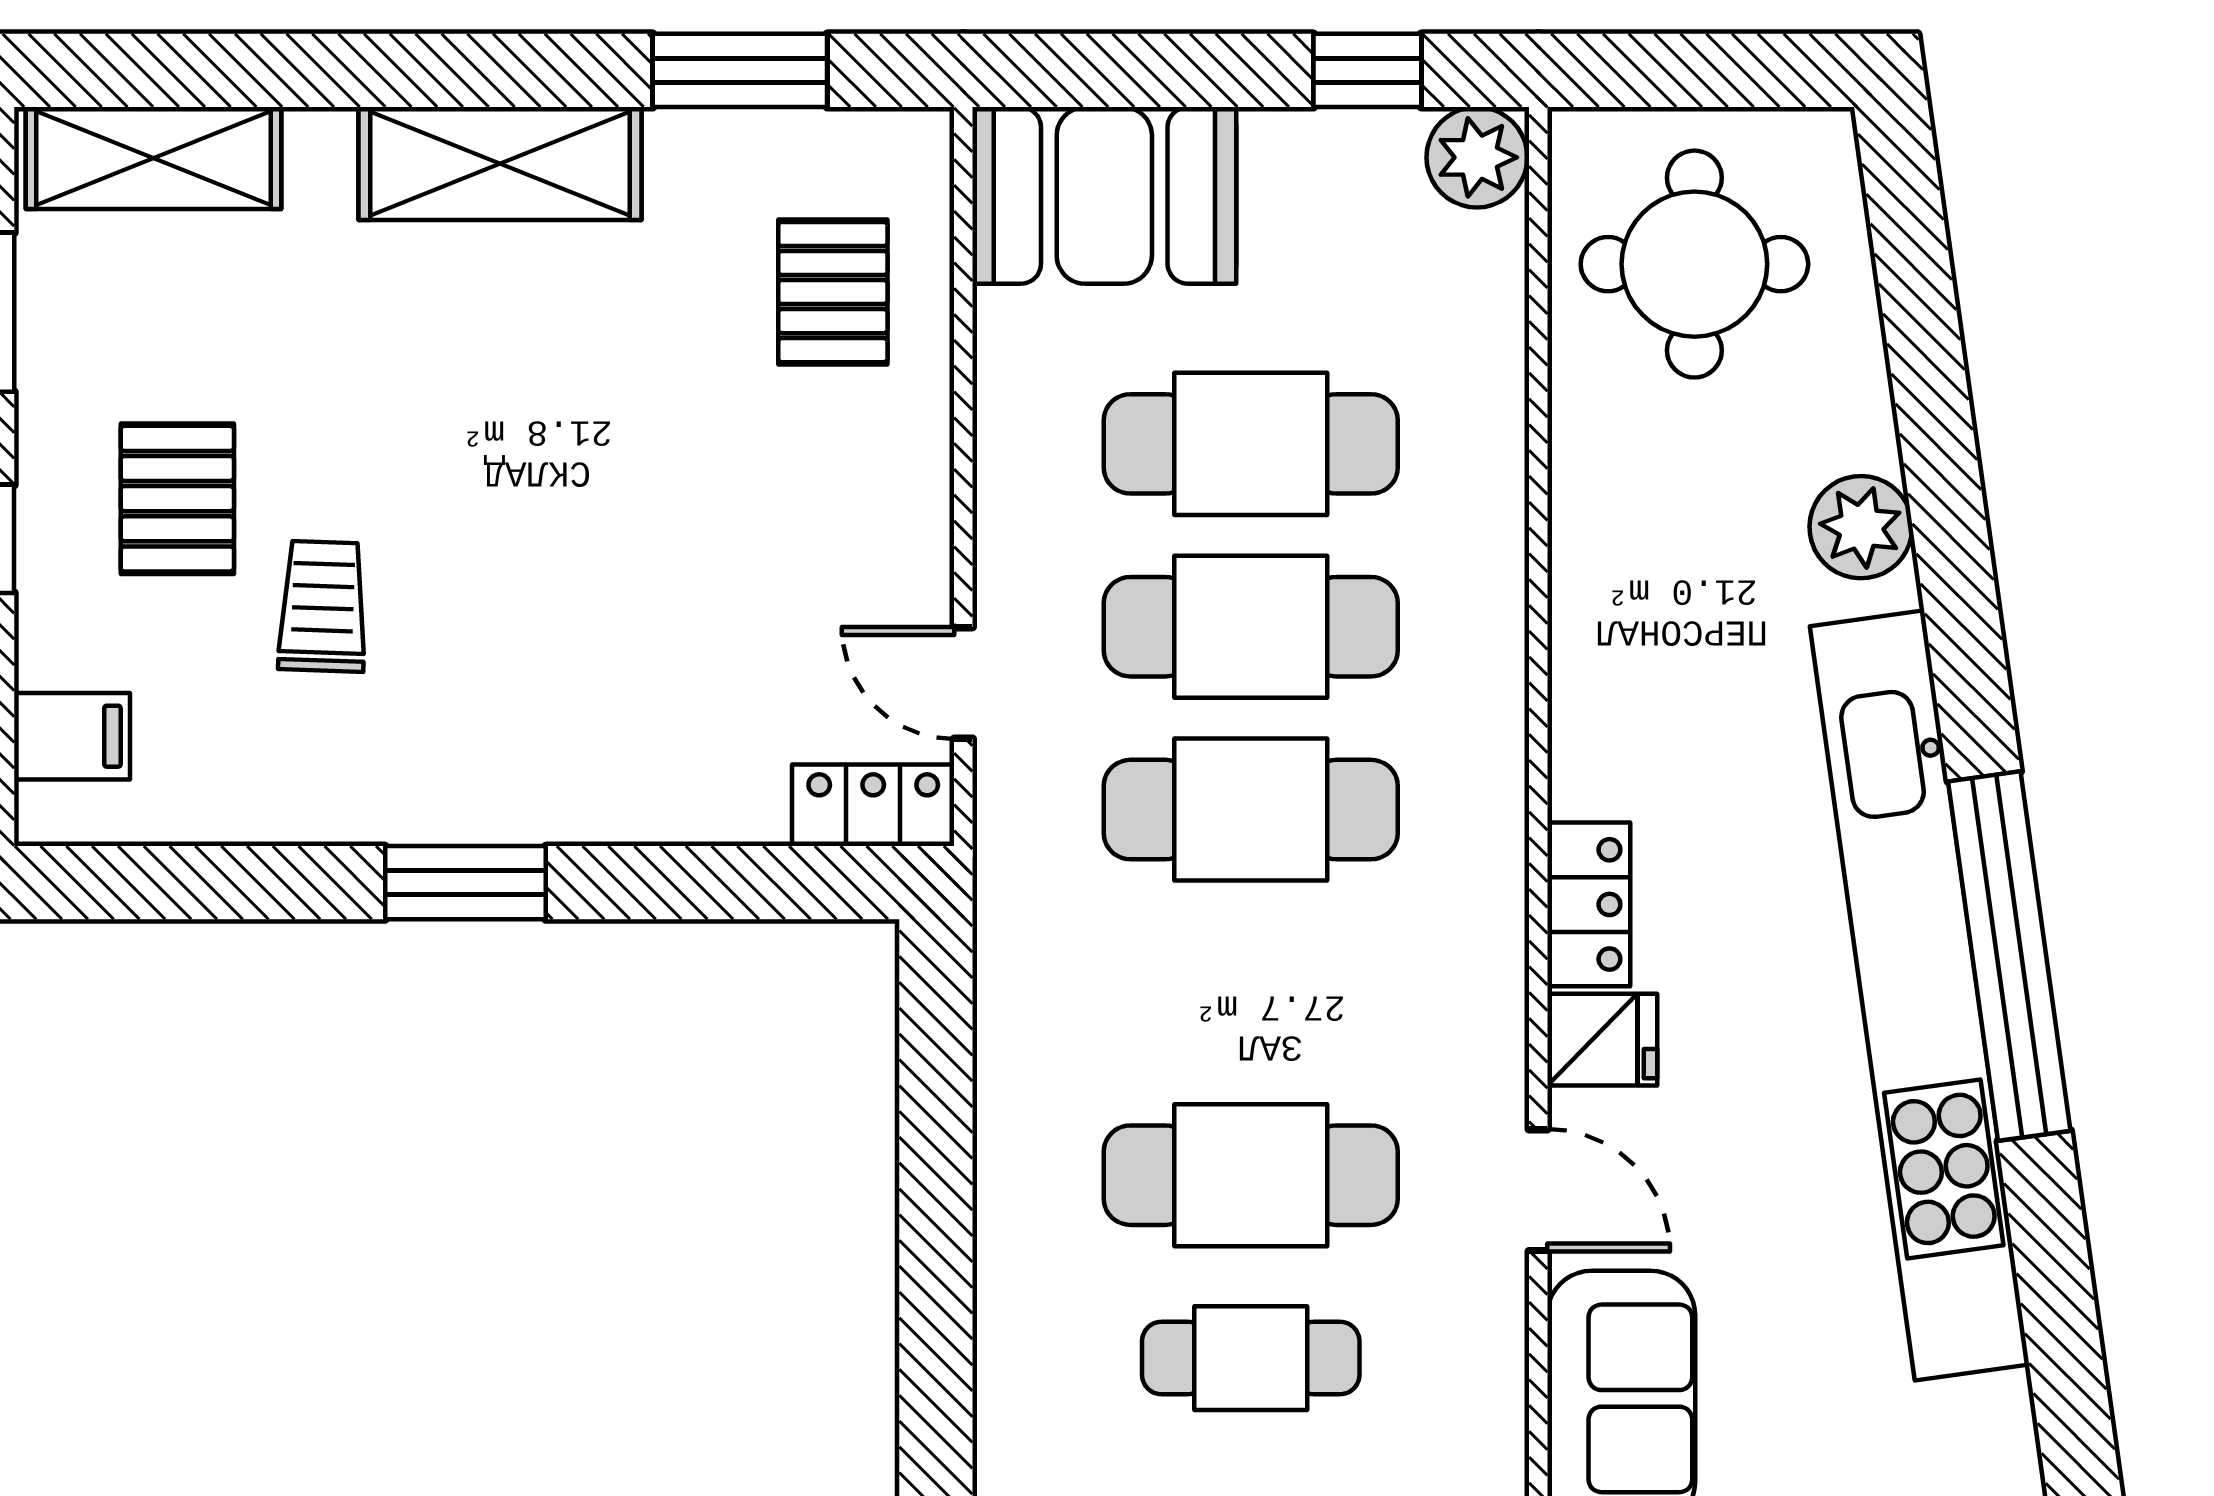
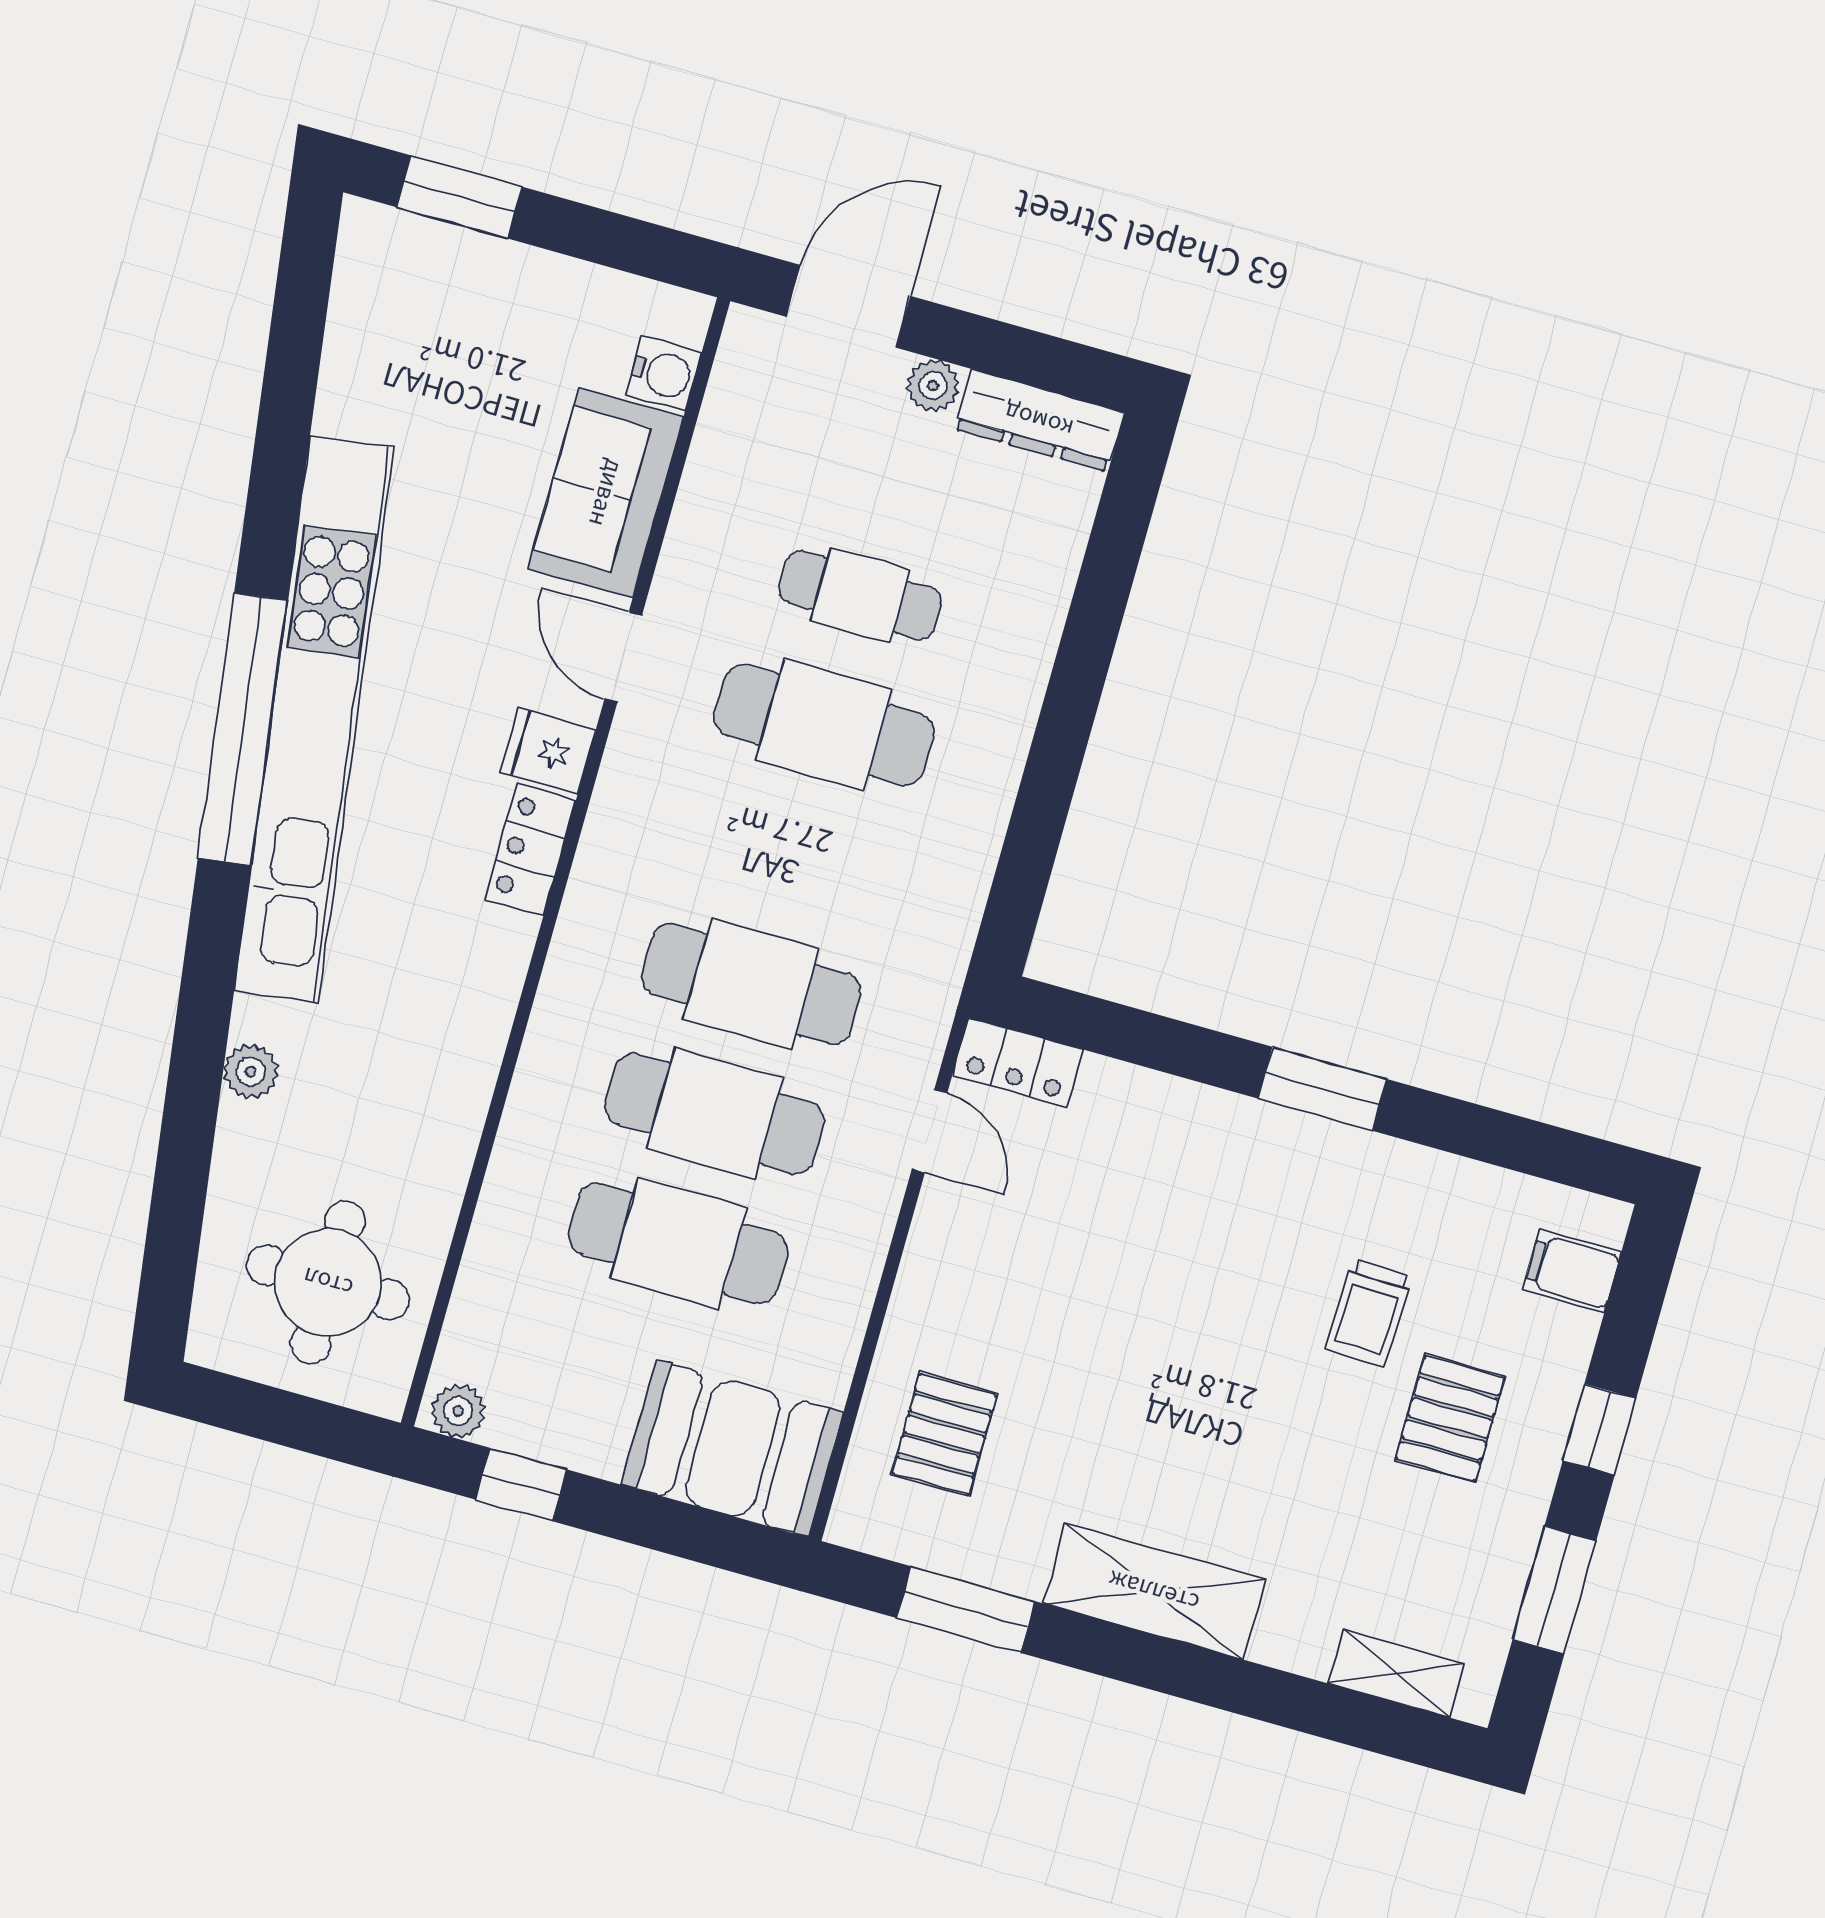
plant: (1477, 157) -> (458, 1411), width x0.73, depth x0.73
shelving: (154, 158) -> (1396, 1673), width x0.67, depth x0.75
plant: (1861, 527) -> (251, 1071), width x0.73, depth x0.73

